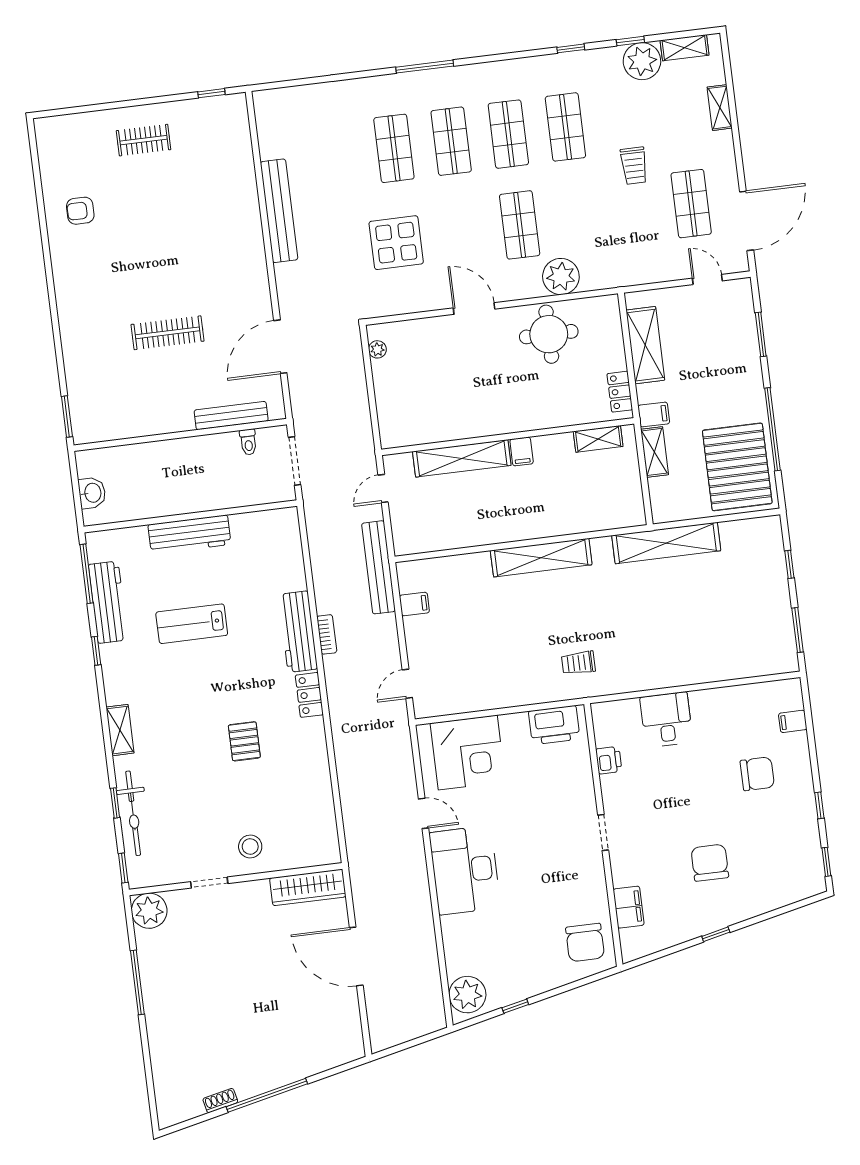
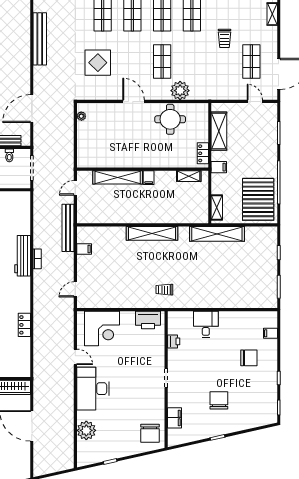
shelving: (655, 452) -> (217, 207), moved
locker: (309, 695) -> (24, 325), moved
plant: (467, 995) -> (86, 430), moved

